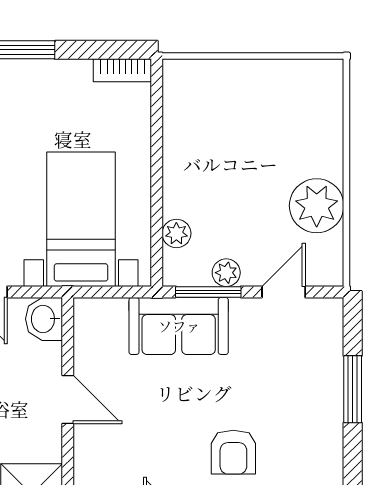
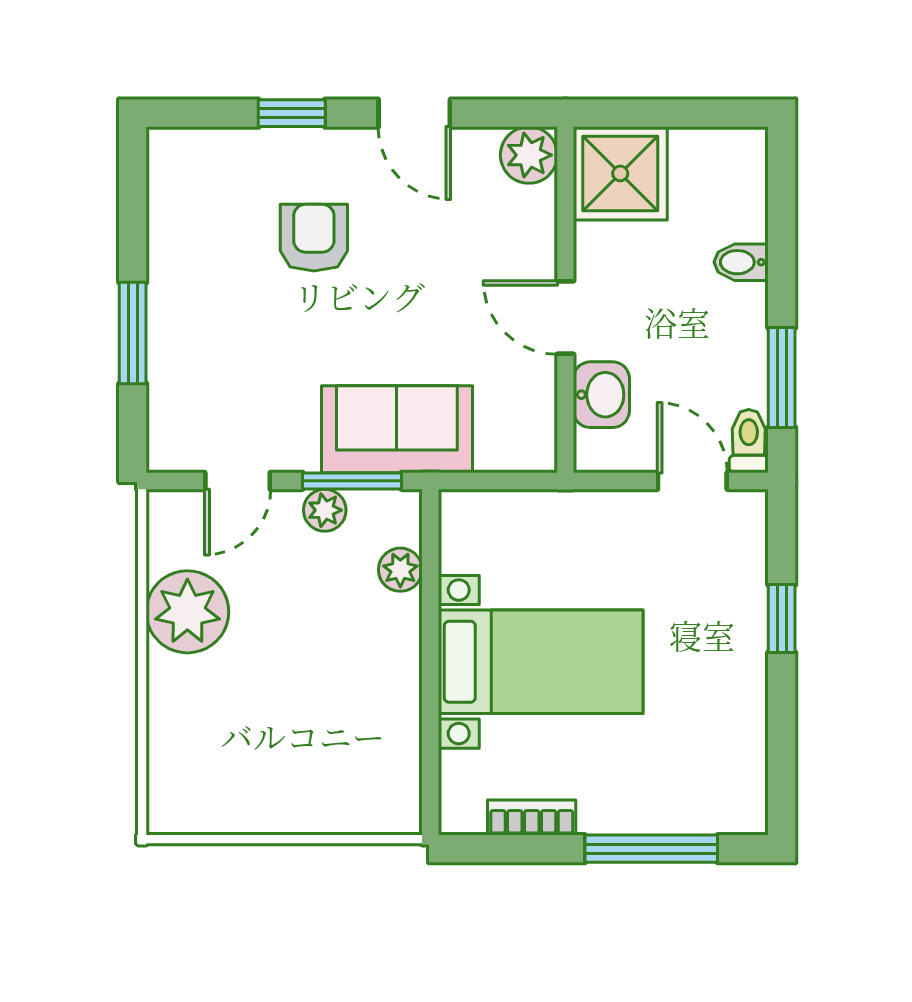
bookcase: (122, 70) -> (532, 818), moved
bed with nightstands: (81, 219) -> (541, 662), moved, turned -90
washbasin: (44, 319) -> (601, 395), moved

